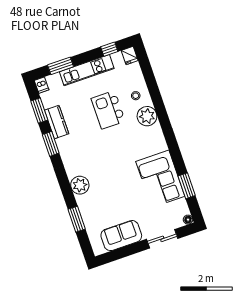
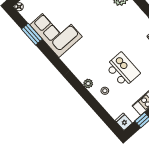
plant: (147, 116) -> (88, 84), width x0.53, depth x0.53

